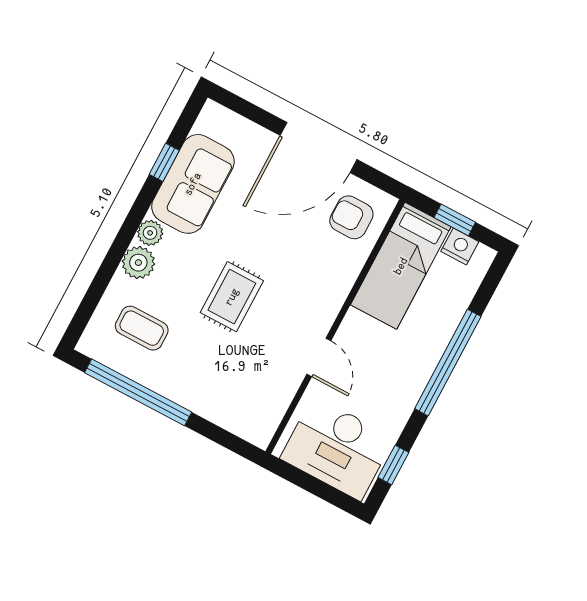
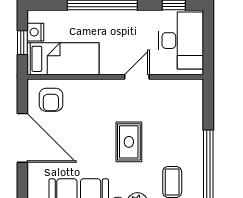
rug: (232, 297) -> (129, 142), turned 90

